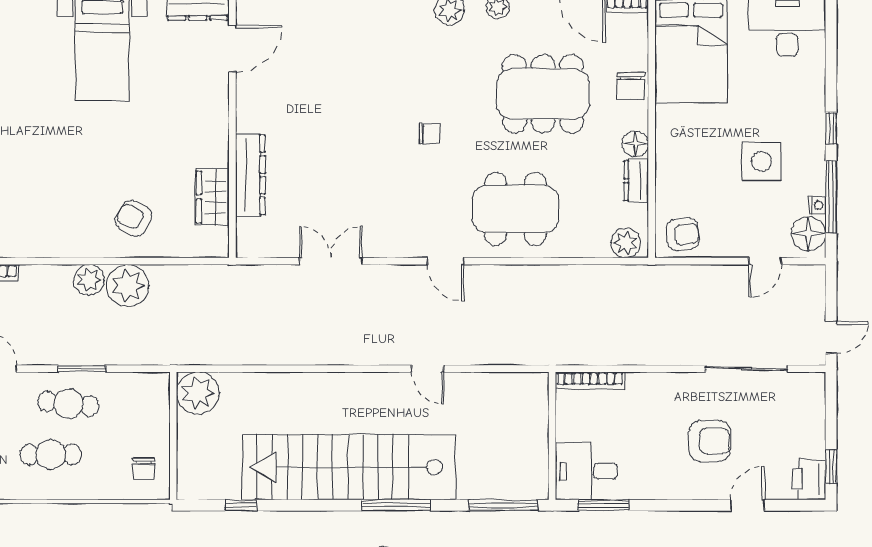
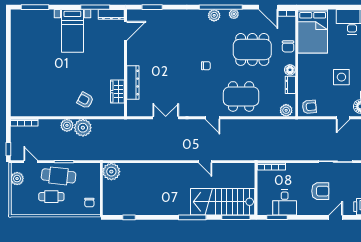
cafe table: (68, 404) -> (59, 176), width x1.37, depth x1.35
stairs: (349, 467) -> (223, 202), moved, width x0.73
desk: (586, 471) -> (285, 203), moved, turned -90

